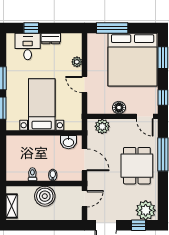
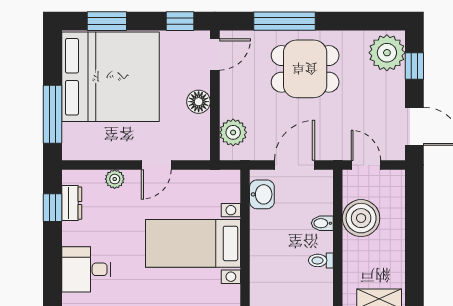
window: (31, 28) -> (52, 208), moved
dresser: (51, 38) -> (72, 203), moved
boiler: (45, 196) -> (361, 218), moved

